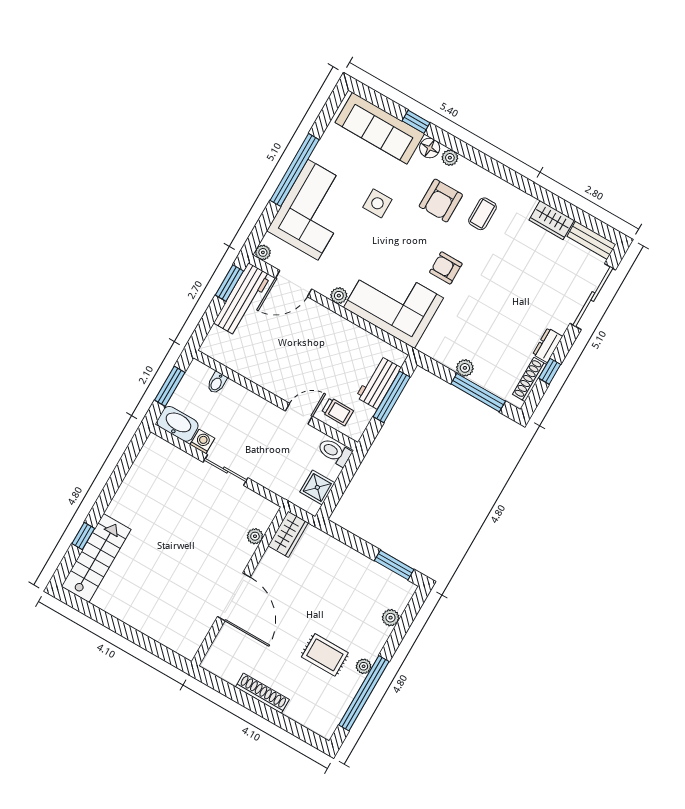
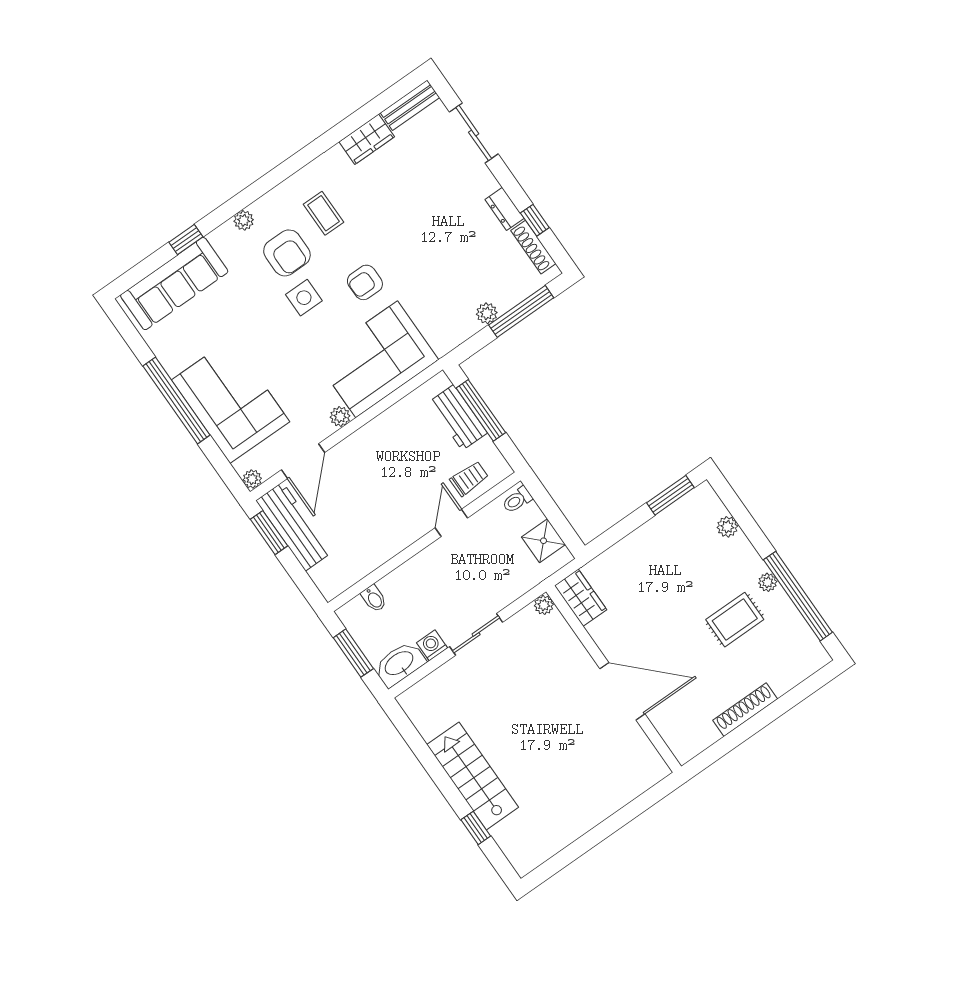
floor lamp: (430, 148) -> (222, 238), removed
side table: (377, 203) -> (304, 298), moved
sliding door: (593, 297) -> (474, 133), width x0.73
toilet: (335, 452) -> (517, 500), width x0.73, depth x0.72
plant: (255, 536) -> (544, 605), moved
stairs: (96, 558) -> (473, 776), moved

